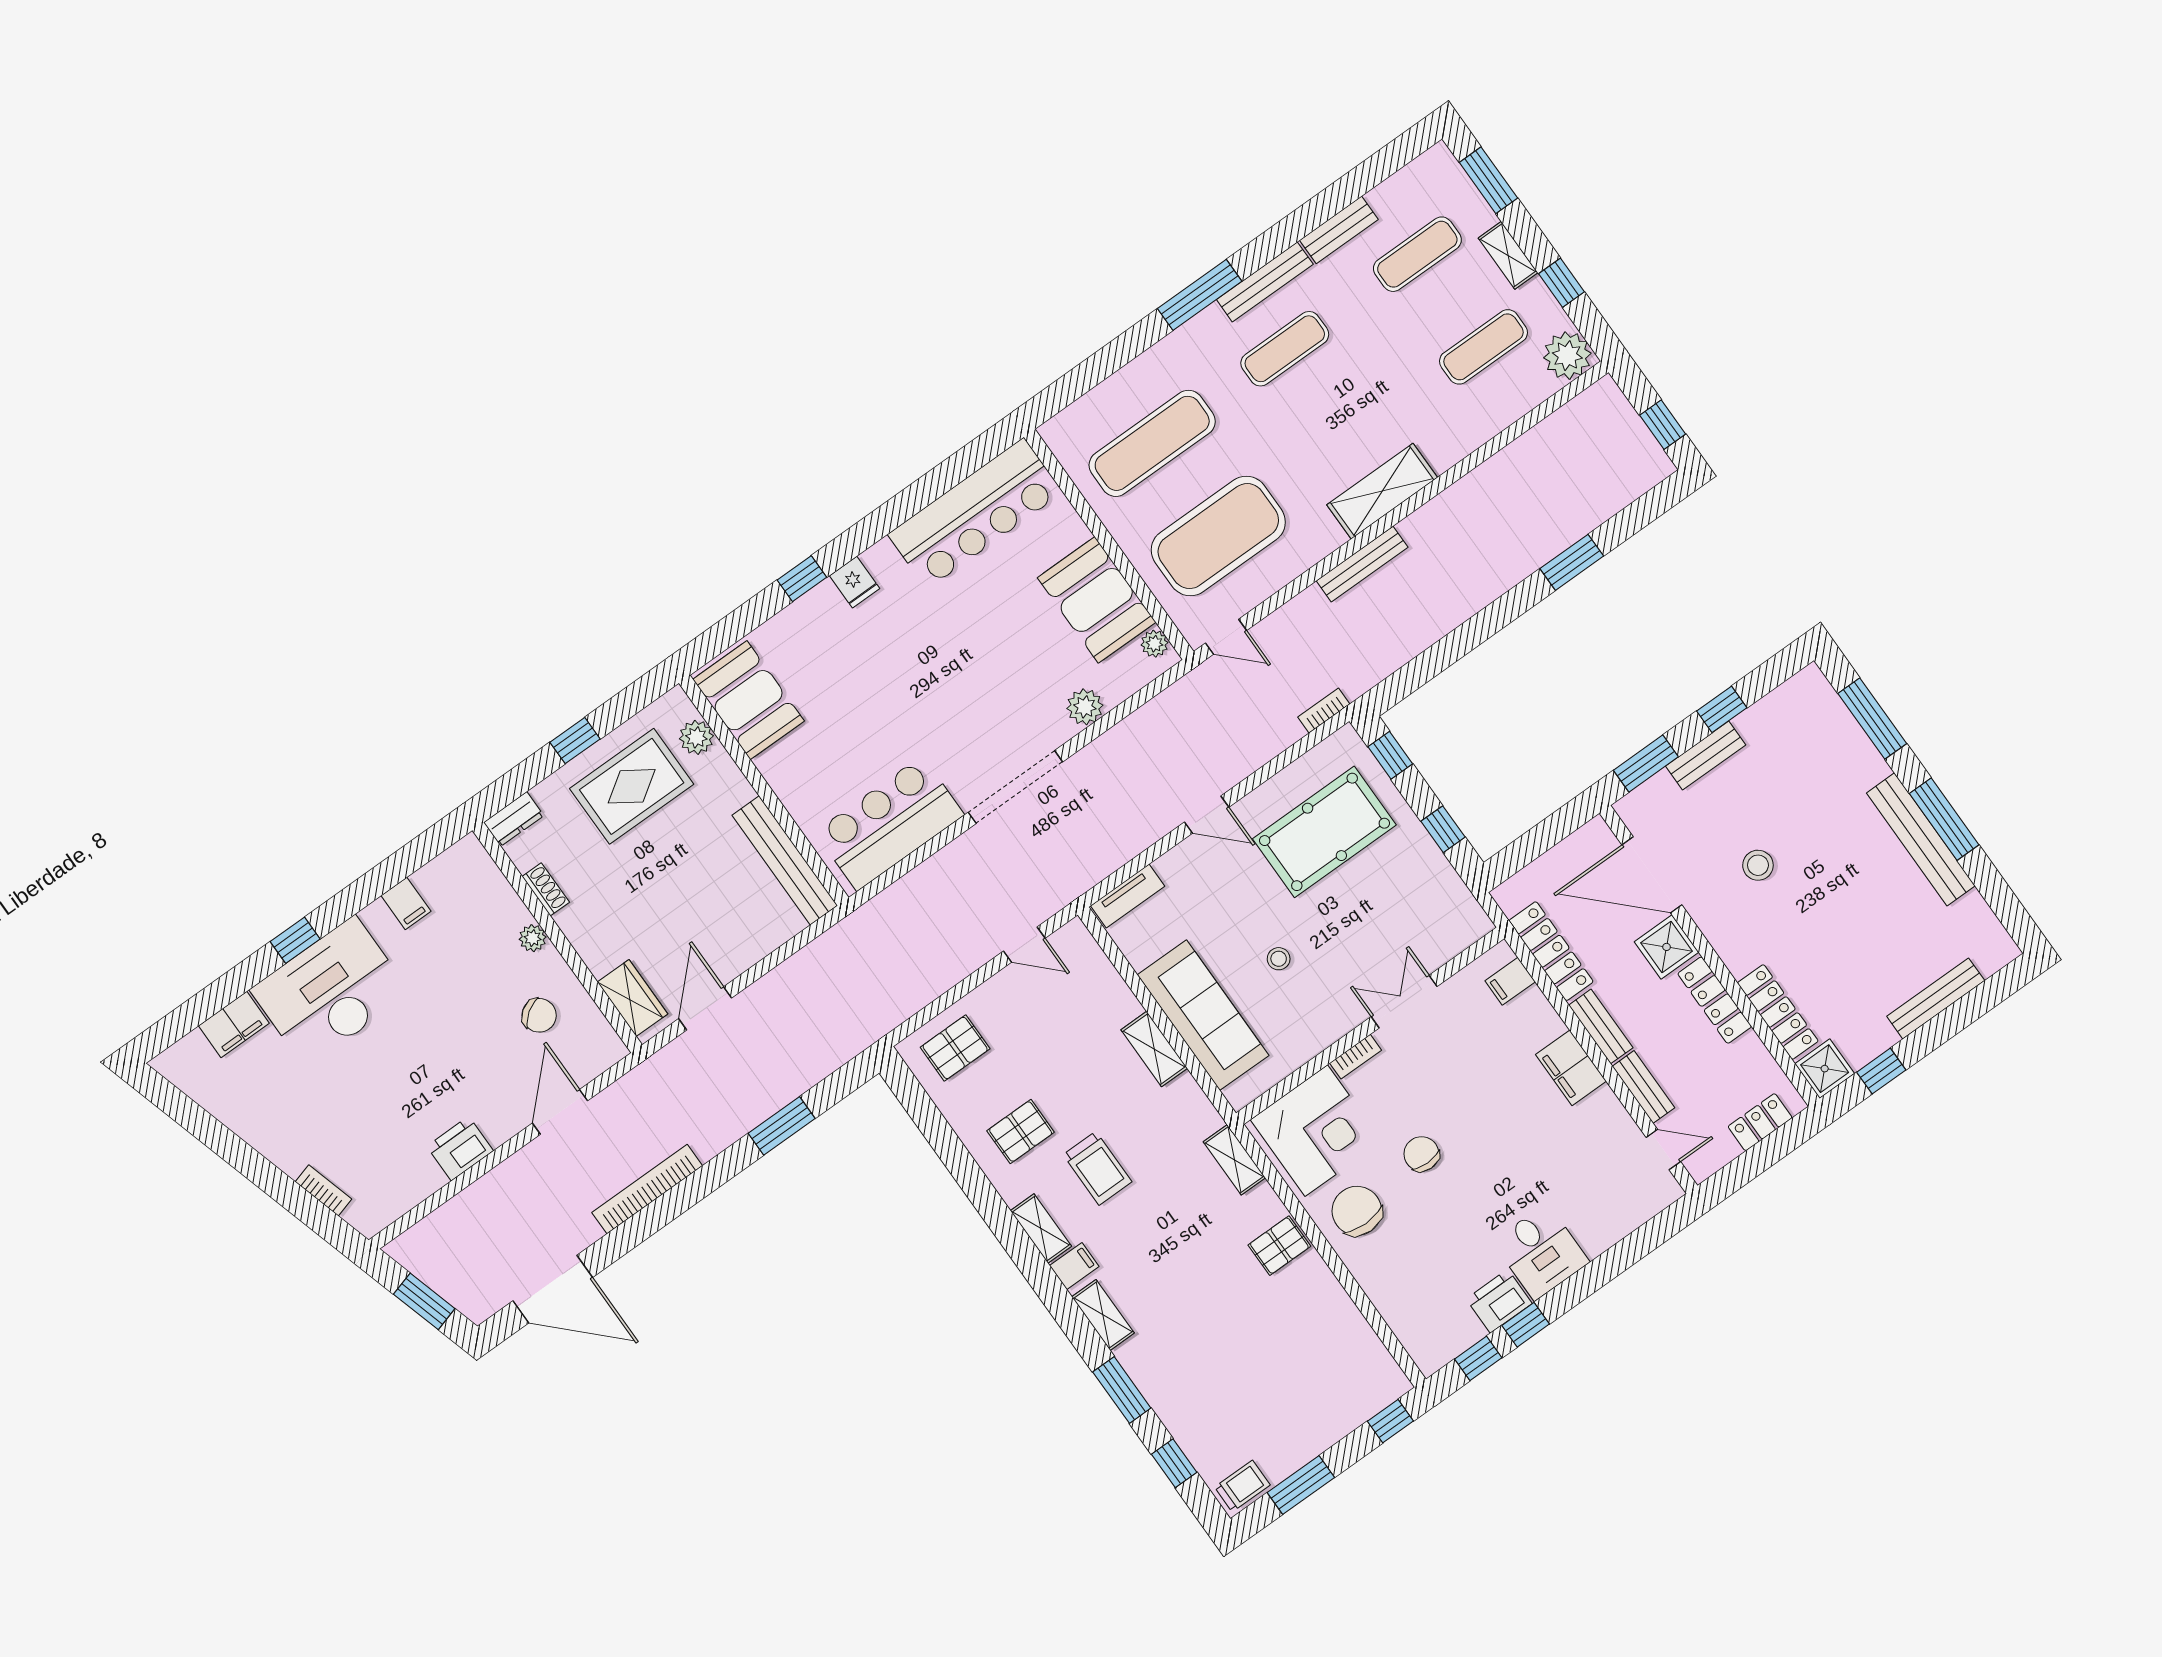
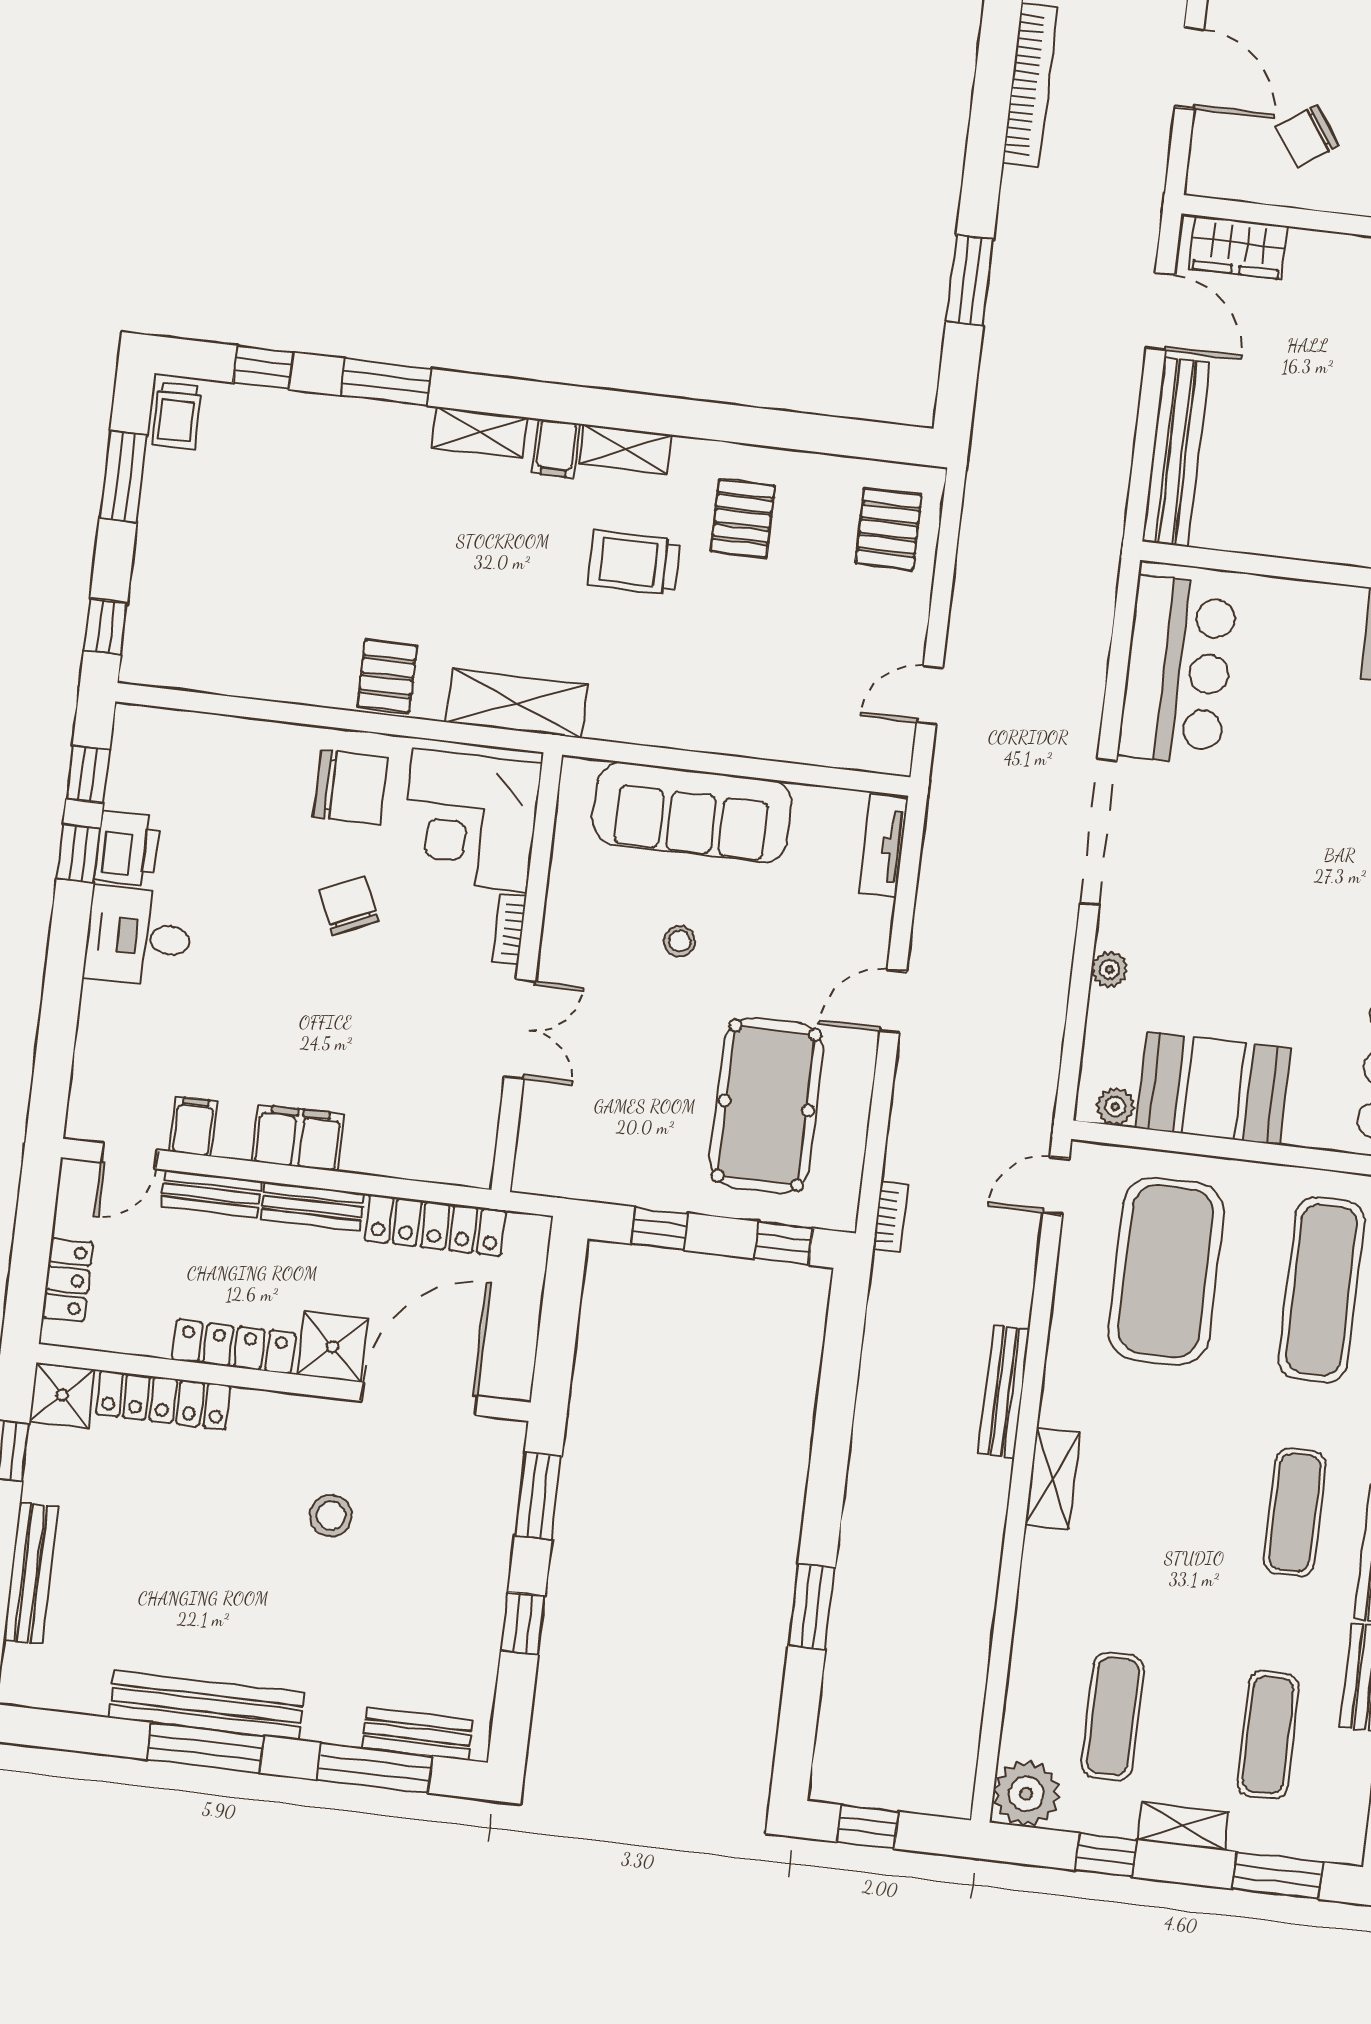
shelving: (1382, 491) -> (1052, 1479), width x0.67, depth x0.75
plant: (1085, 707) -> (1110, 970), width x0.73, depth x0.73
bench: (1706, 755) -> (417, 1734), moved, turned 90
bench: (785, 860) -> (1176, 452), moved, turned 90
filing cabinet: (1510, 981) -> (193, 1126), moved
shelving: (1154, 1049) -> (703, 731), removed
chair: (1421, 1154) -> (349, 906), turned -114
shelving: (1234, 1160) -> (517, 703), width x1.50, depth x1.33

